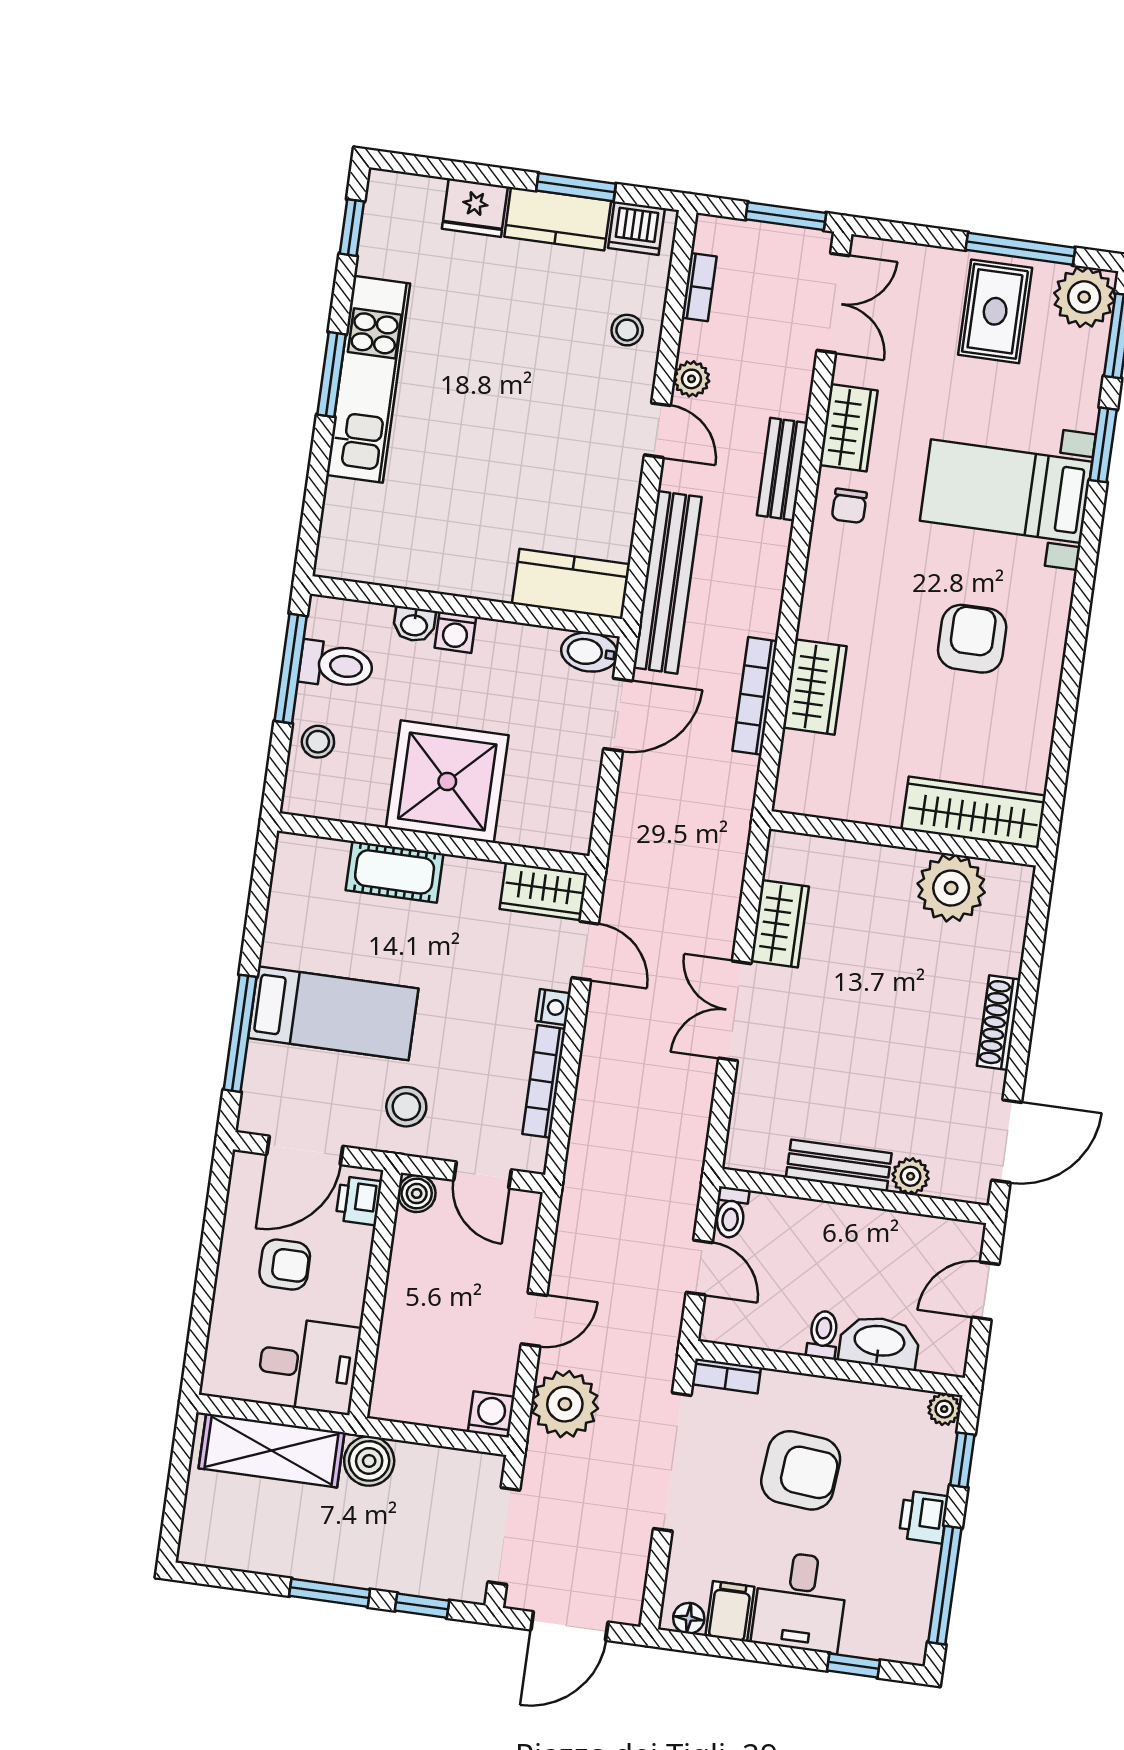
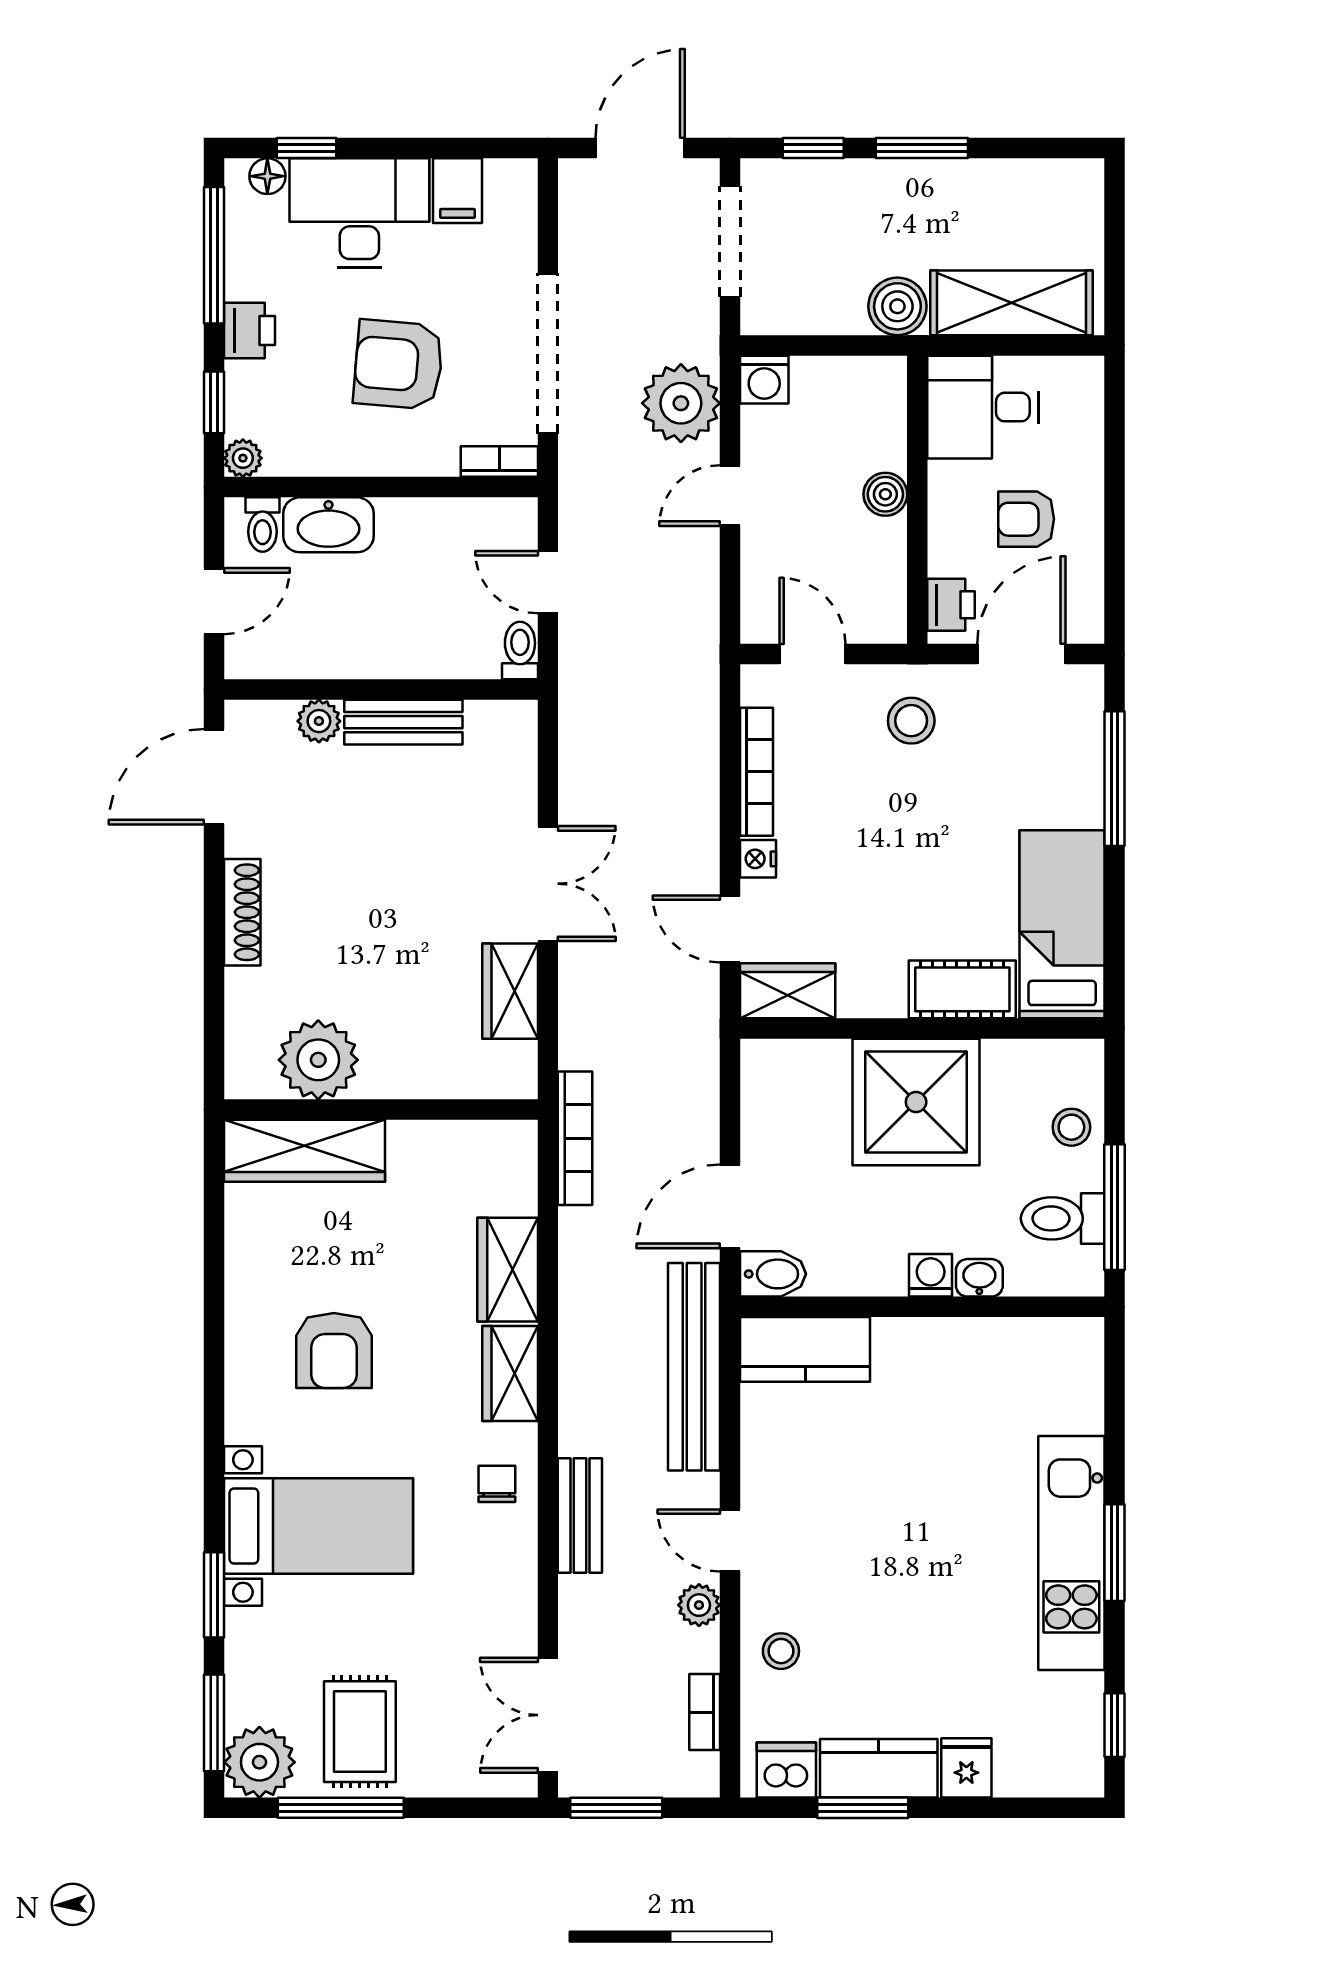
fridge: (475, 208) -> (966, 1768), width x0.72
wardrobe: (849, 428) -> (510, 1373), moved
bookcase: (755, 696) -> (575, 1138), moved
bed: (333, 1013) -> (1062, 924), moved, turned 90
boiler: (417, 1194) -> (885, 494), moved
toilet: (823, 1335) -> (262, 525), moved
desk: (800, 1602) -> (359, 213), width x1.37
floor lamp: (689, 1618) -> (267, 176), moved

